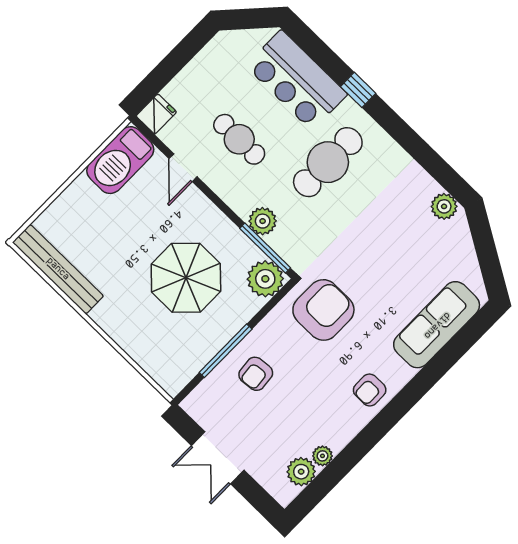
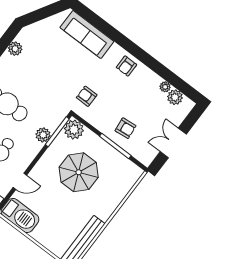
plant: (444, 206) -> (15, 49), moved
armchair: (323, 310) -> (87, 96), width x0.53, depth x0.53
armchair: (370, 390) -> (126, 66), turned 90
double door: (218, 458) -> (173, 143), swing flipped

